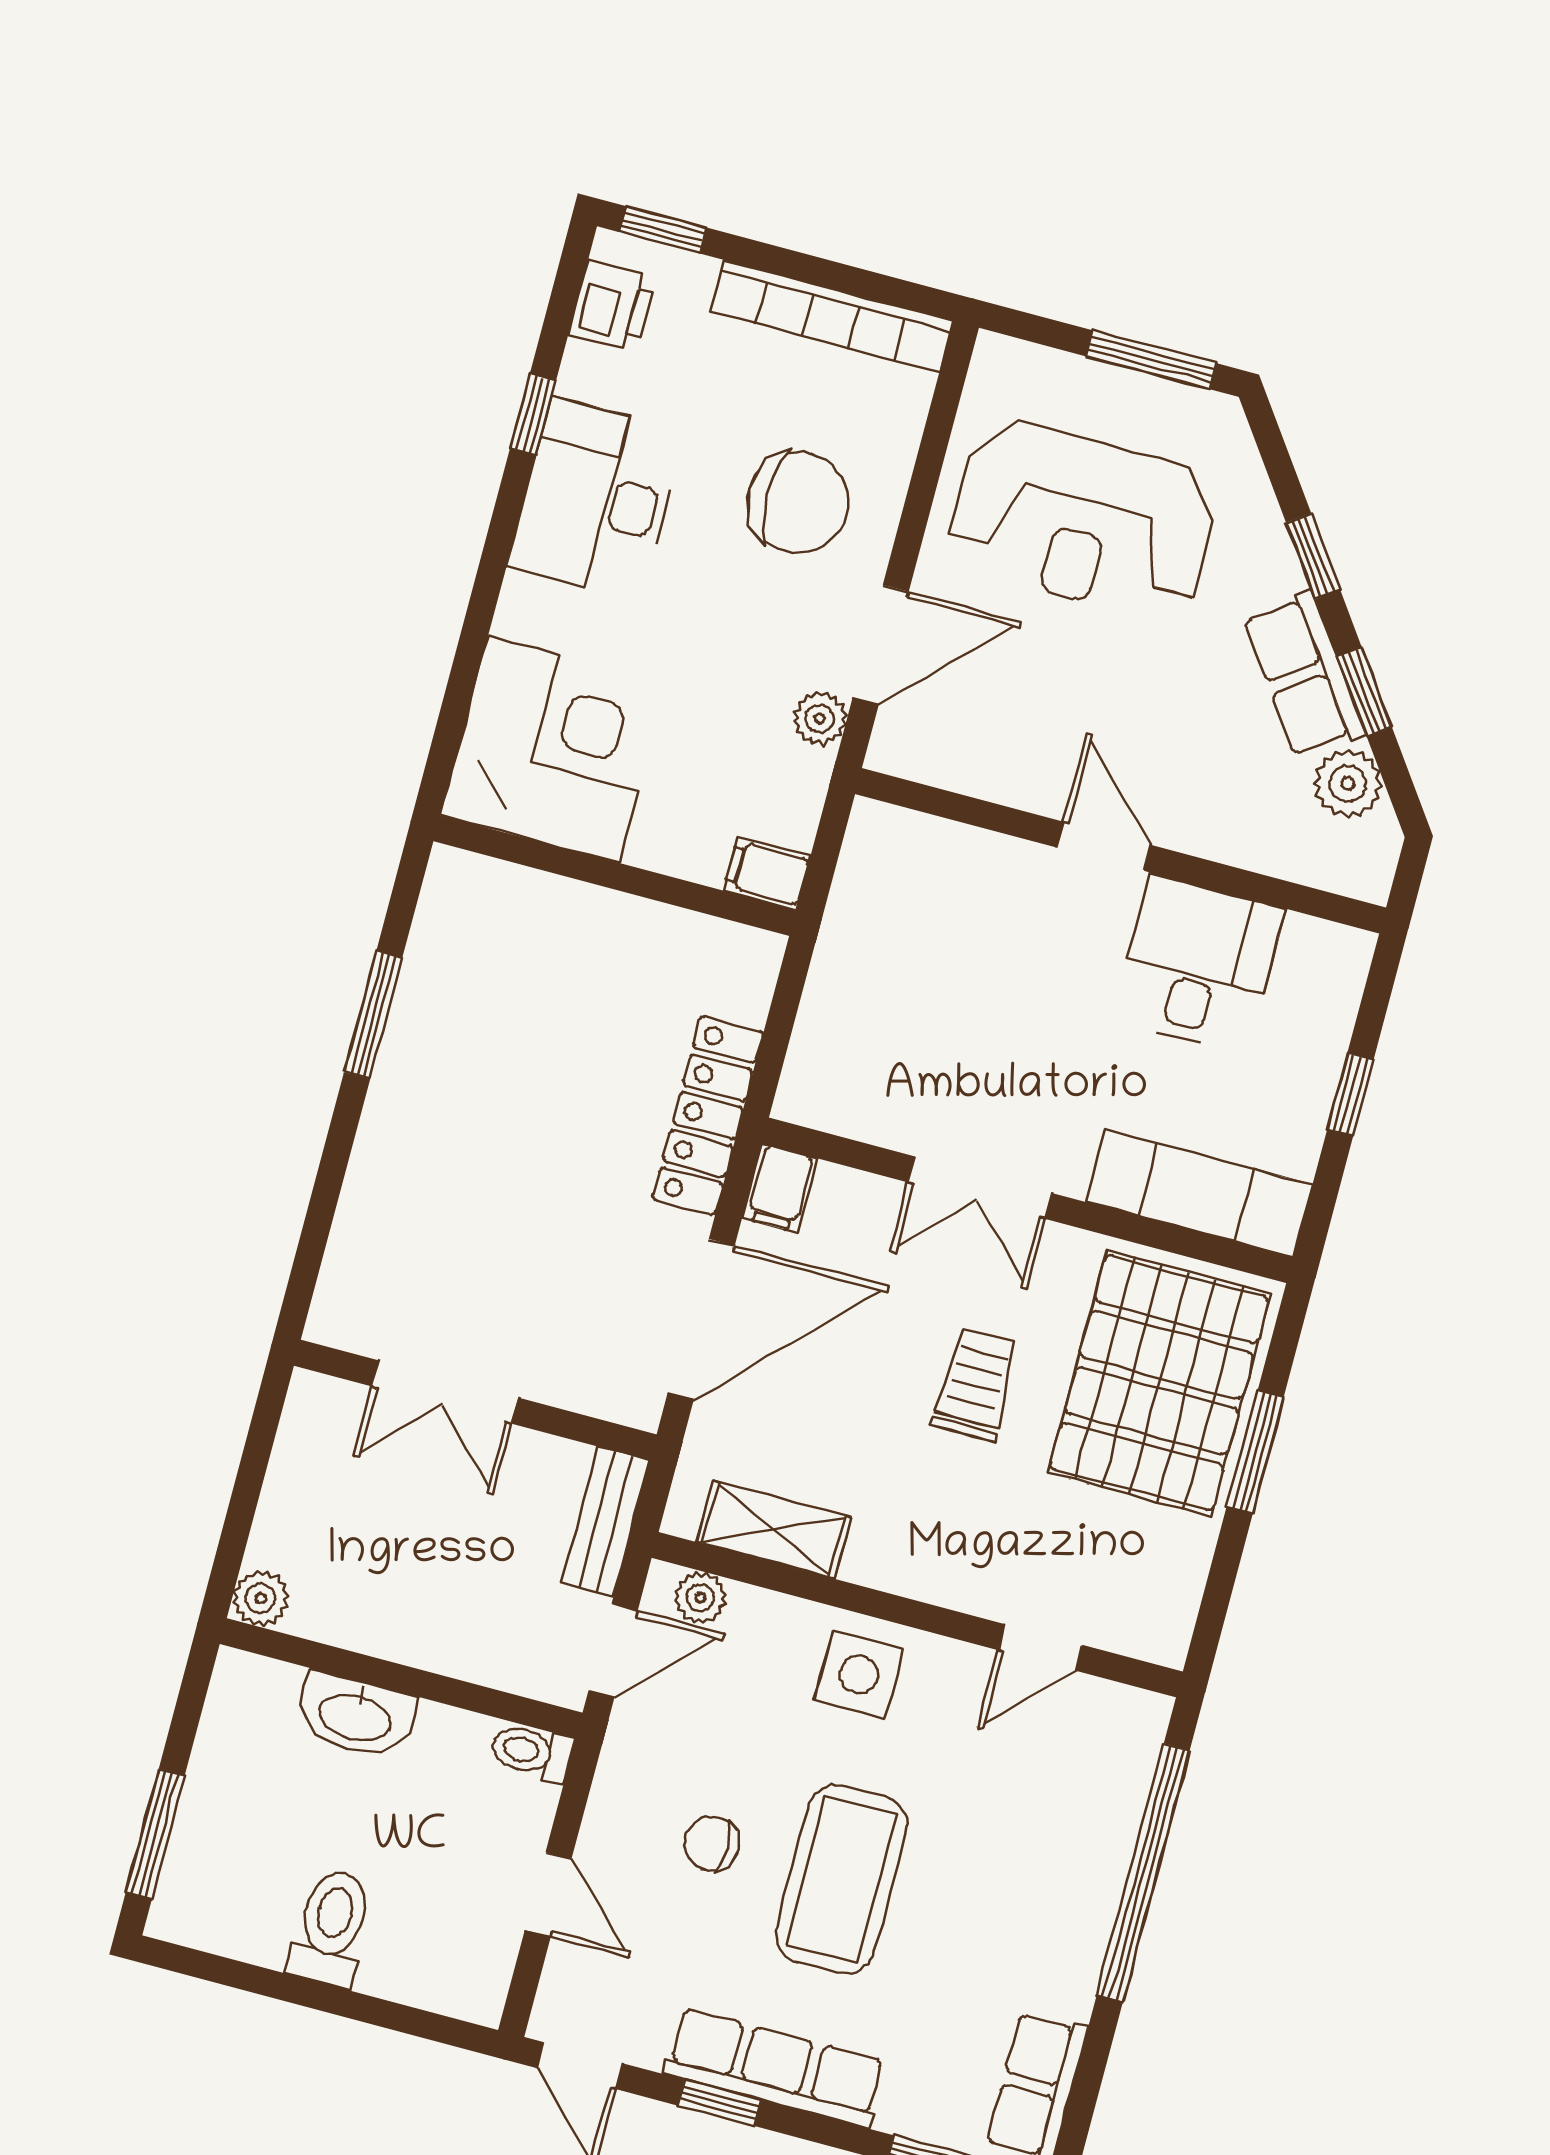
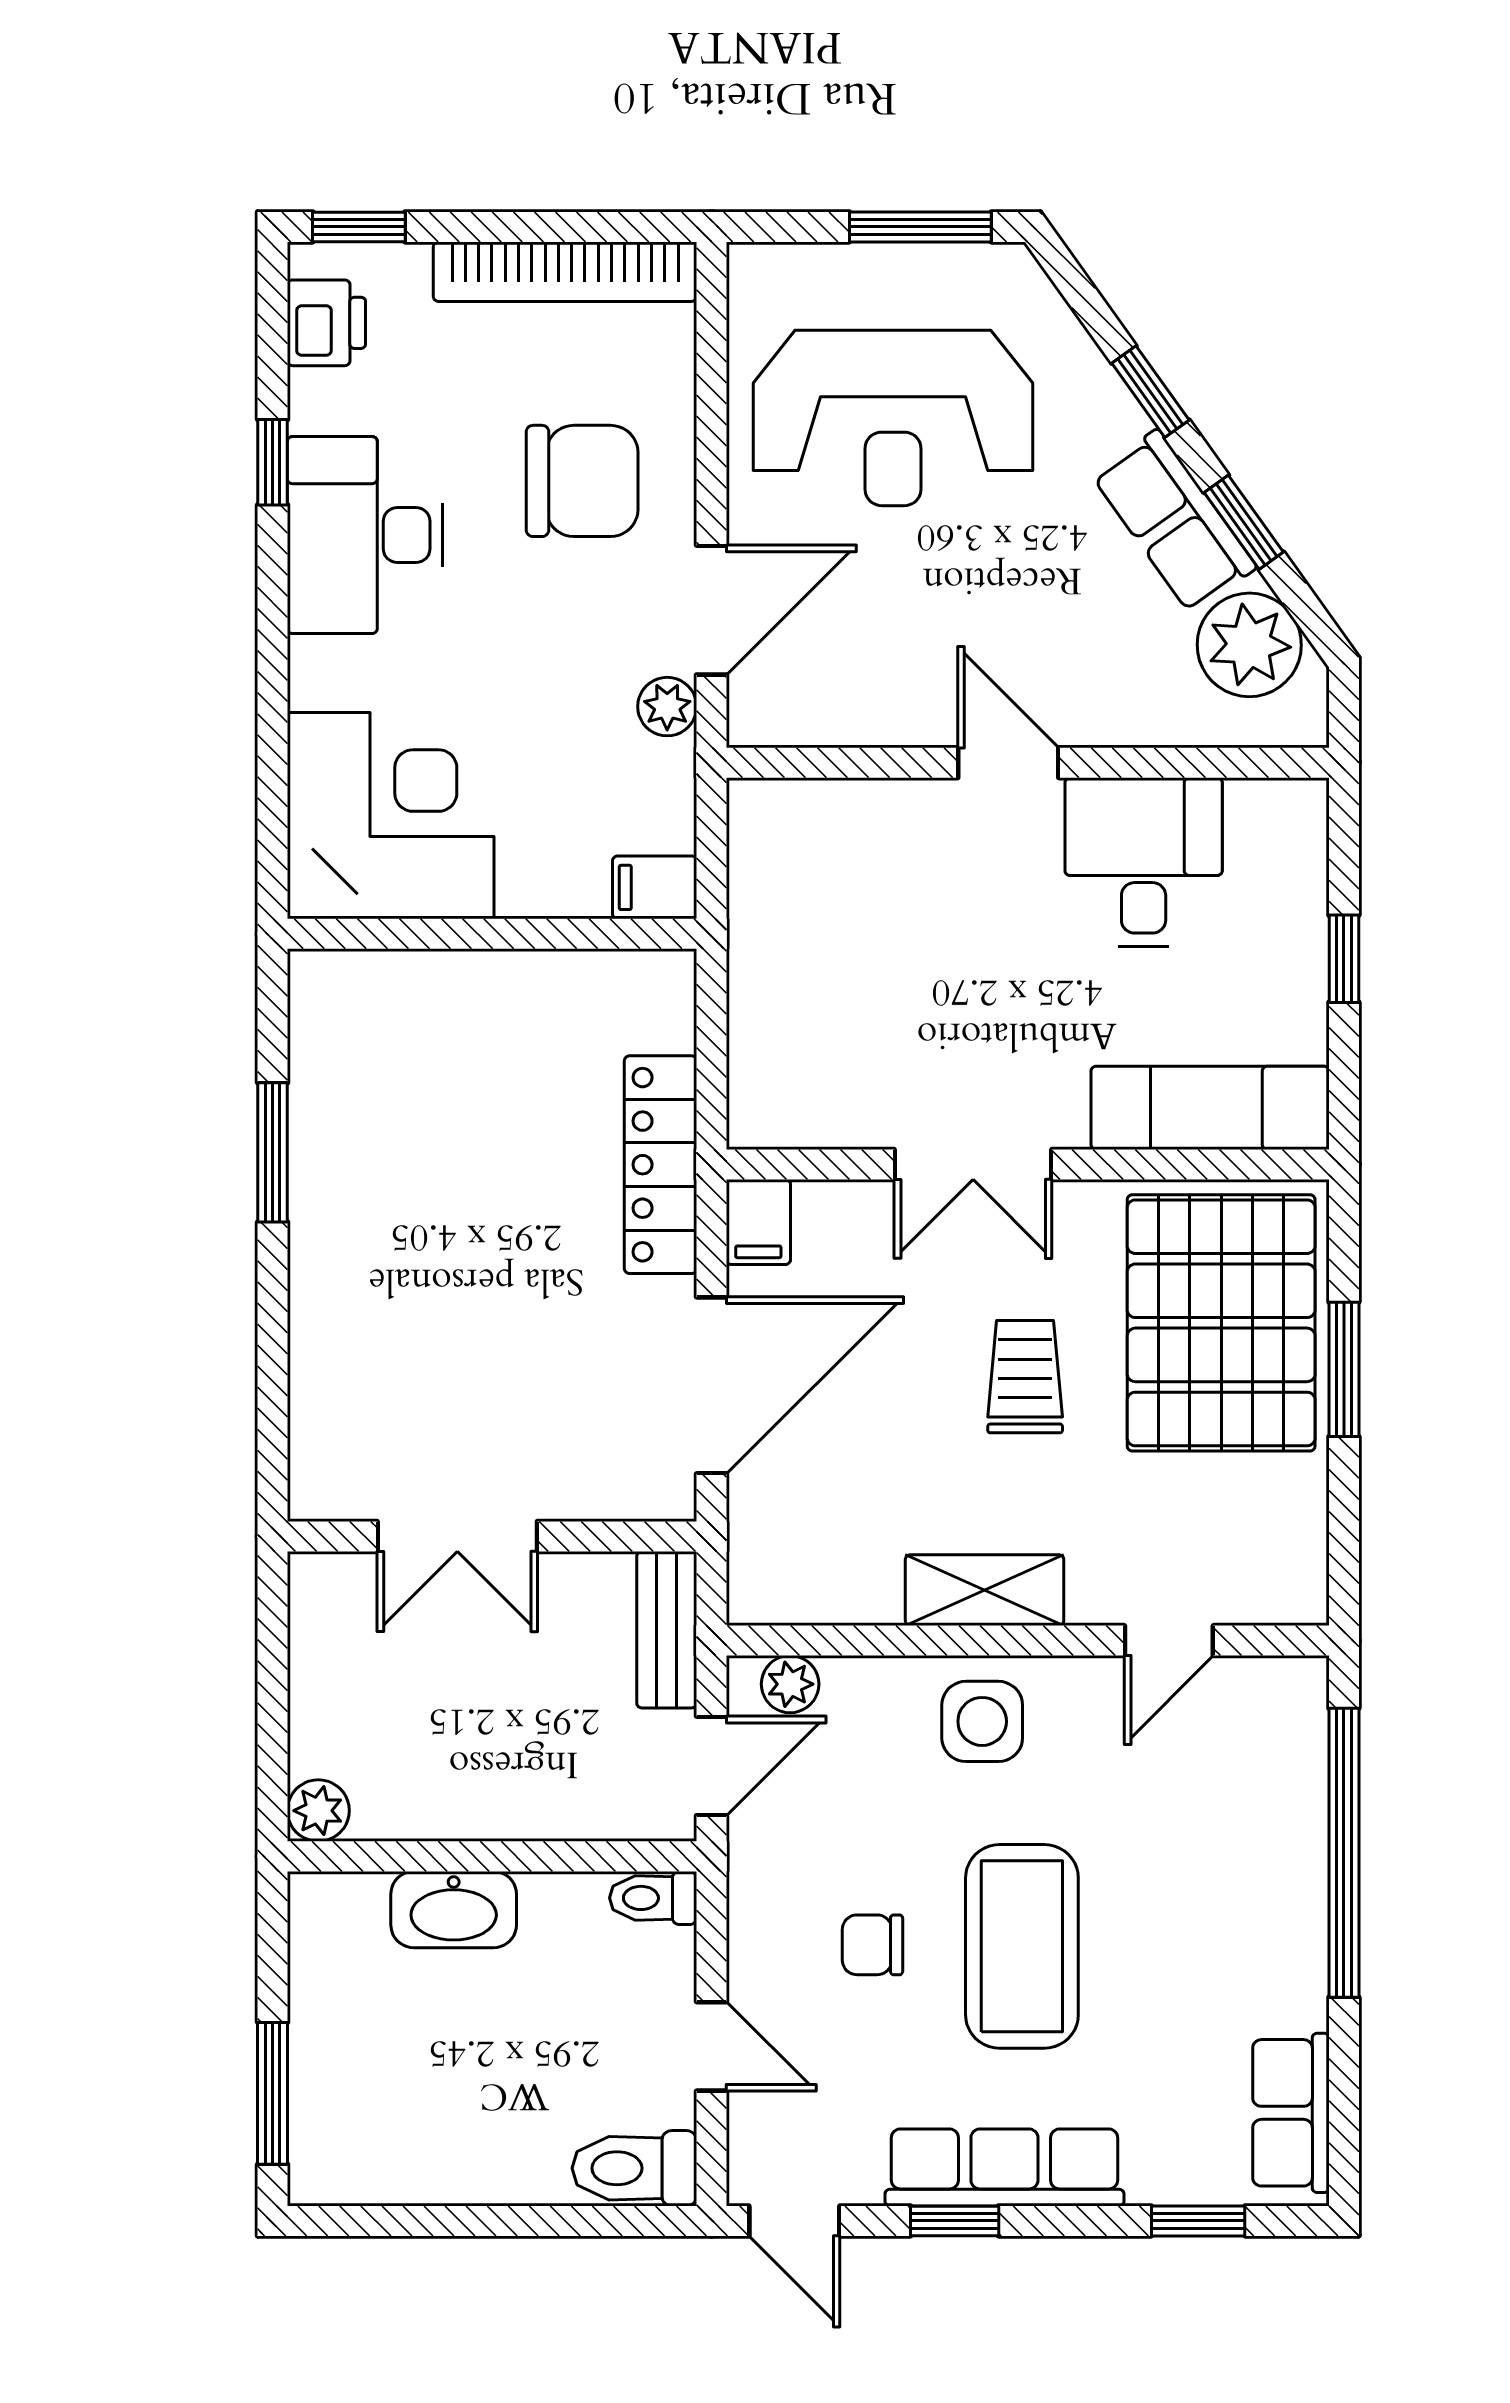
plant: (1348, 784) -> (1249, 645), width x1.36, depth x1.36
shelving: (774, 1530) -> (985, 1590), moved
toilet: (331, 1928) -> (634, 2168), moved, turned -90

